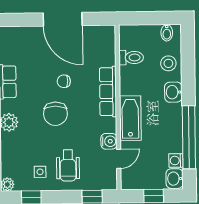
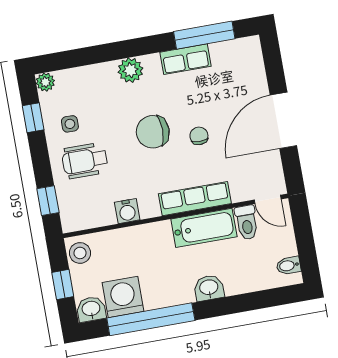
stool: (168, 63) -> (80, 253), moved
bathtub: (130, 118) -> (204, 228), moved
door: (119, 159) -> (268, 199), moved
washing machine: (176, 160) -> (123, 297), width x1.89, depth x1.89

